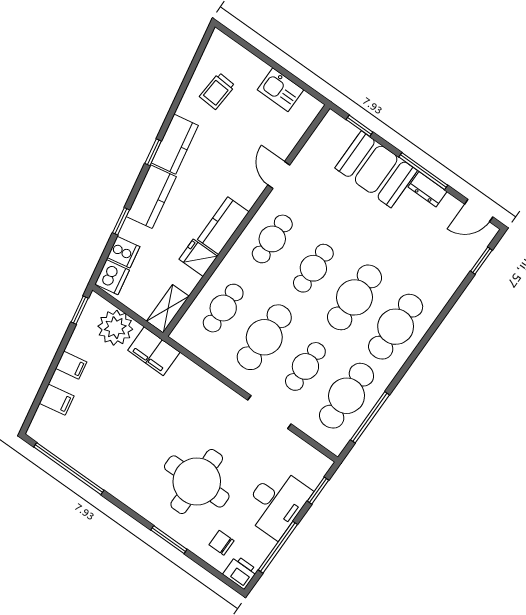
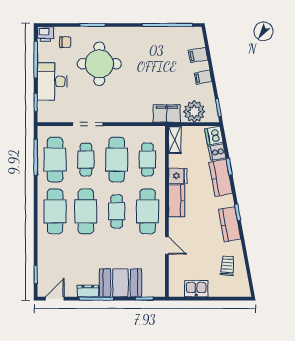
kitchen counter: (151, 197) -> (221, 178), moved
cafe table: (272, 239) -> (148, 211), width x1.37, depth x1.35

